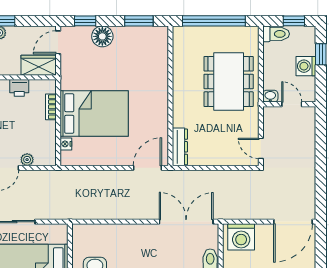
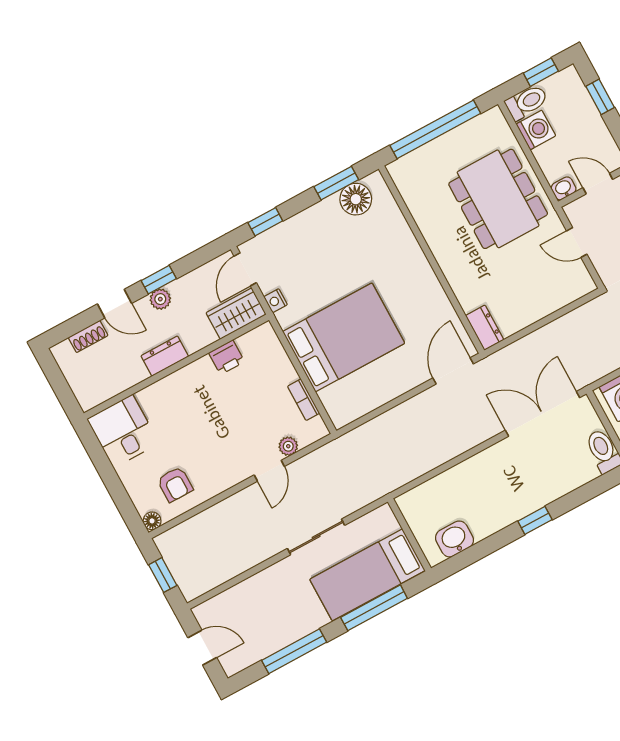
floor lamp: (102, 36) -> (356, 199), moved
washing machine: (306, 66) -> (536, 130), moved, turned 180
bookcase: (51, 107) -> (304, 400), moved
nightstand: (66, 144) -> (276, 301), moved
dresser: (180, 147) -> (485, 328), width x0.70
door: (261, 148) -> (577, 243), moved

